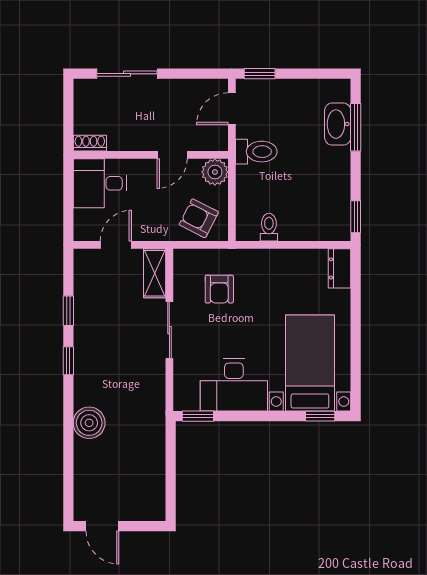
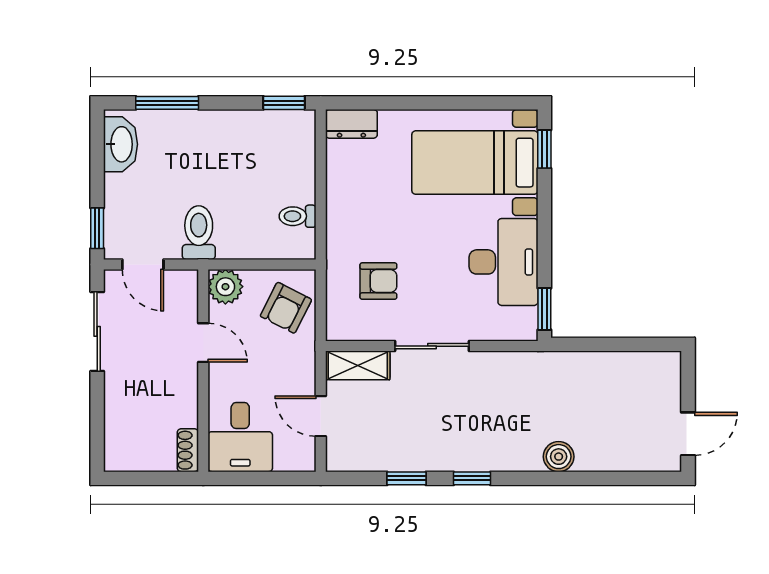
sliding door: (127, 74) -> (97, 331), moved
washbasin: (338, 124) -> (121, 144), moved, turned -90
boiler: (89, 423) -> (559, 457), width x0.73, depth x0.73

